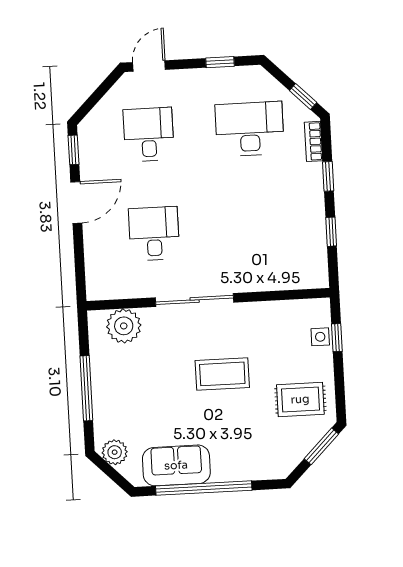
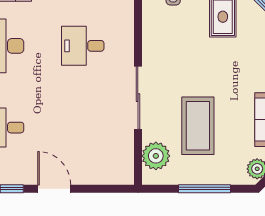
desk: (154, 234) -> (83, 46), moved
coffee table: (222, 374) -> (198, 126), moved, width x1.36, depth x1.32

